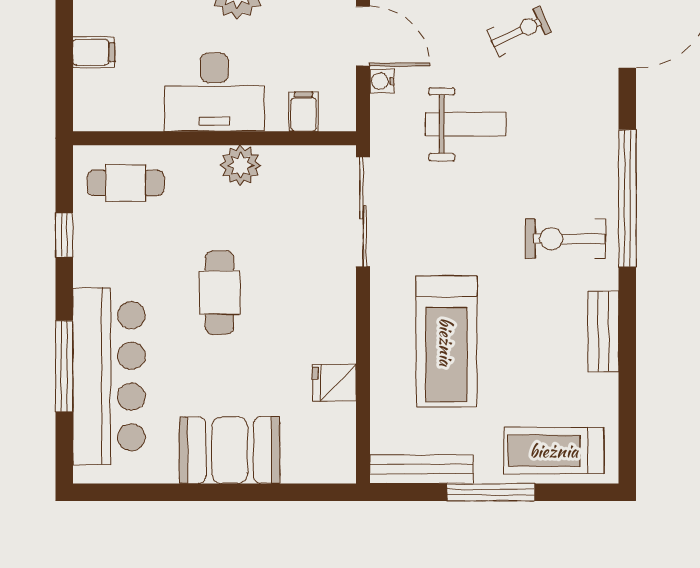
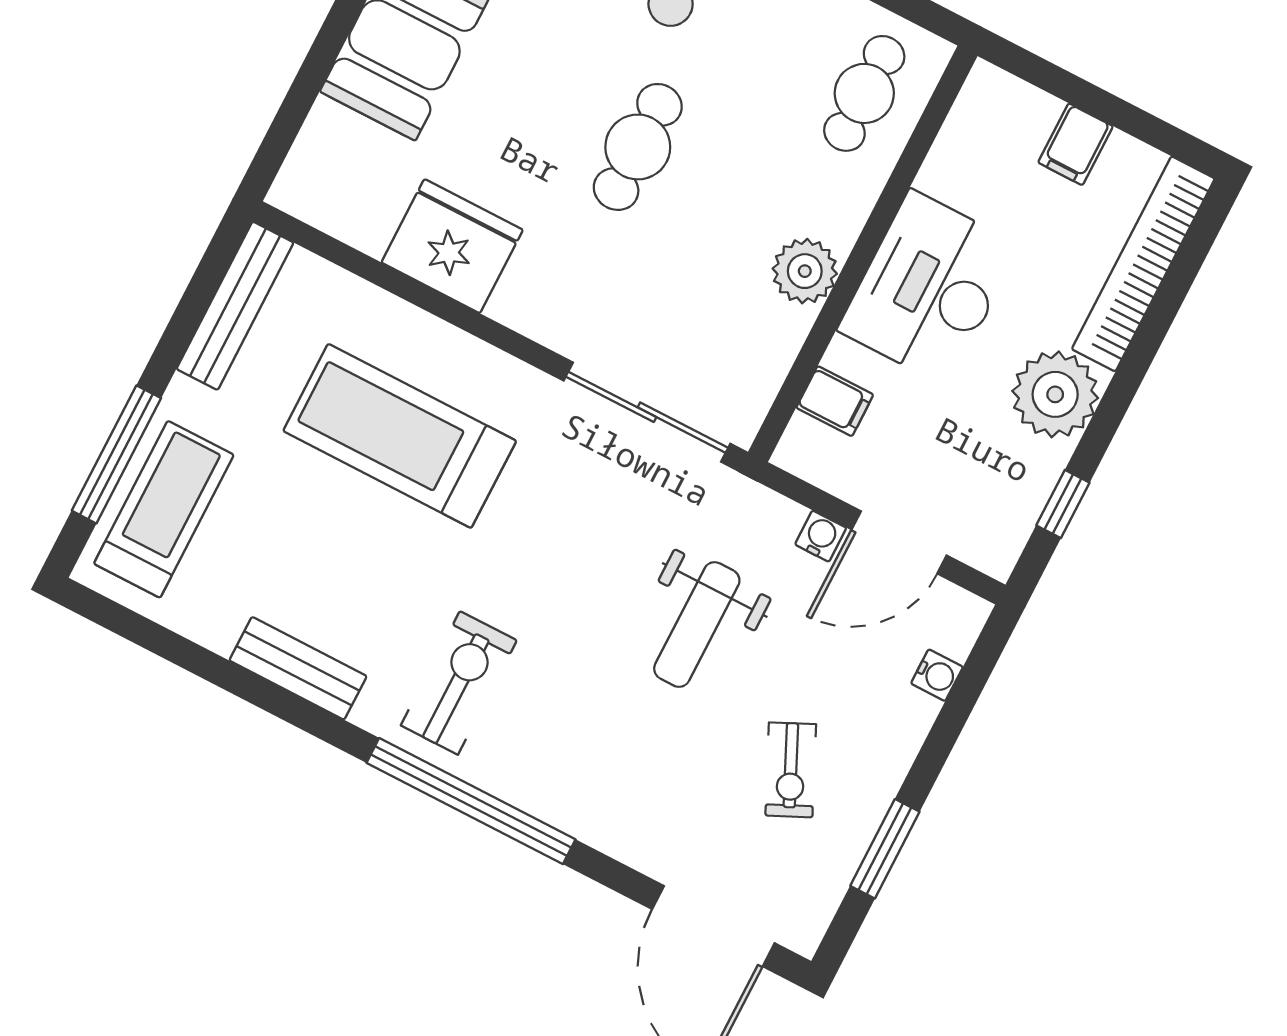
cafe table: (220, 293) -> (638, 147), turned 90
fridge: (334, 383) -> (452, 246), width x1.88, depth x1.34
window: (491, 492) -> (116, 454), moved

